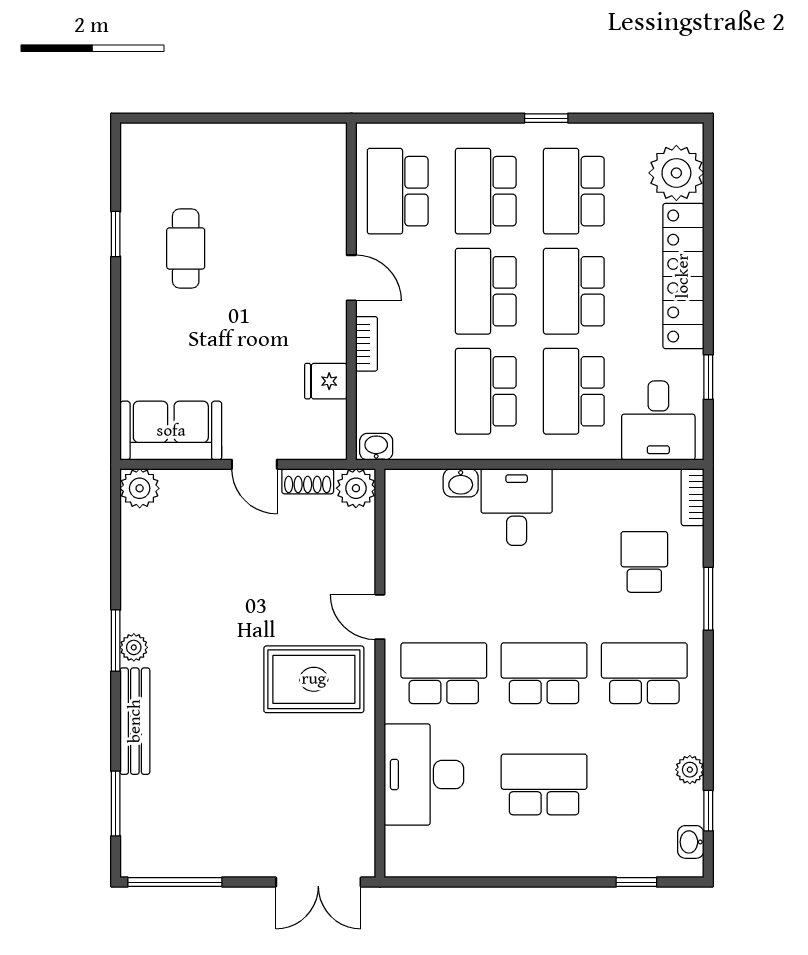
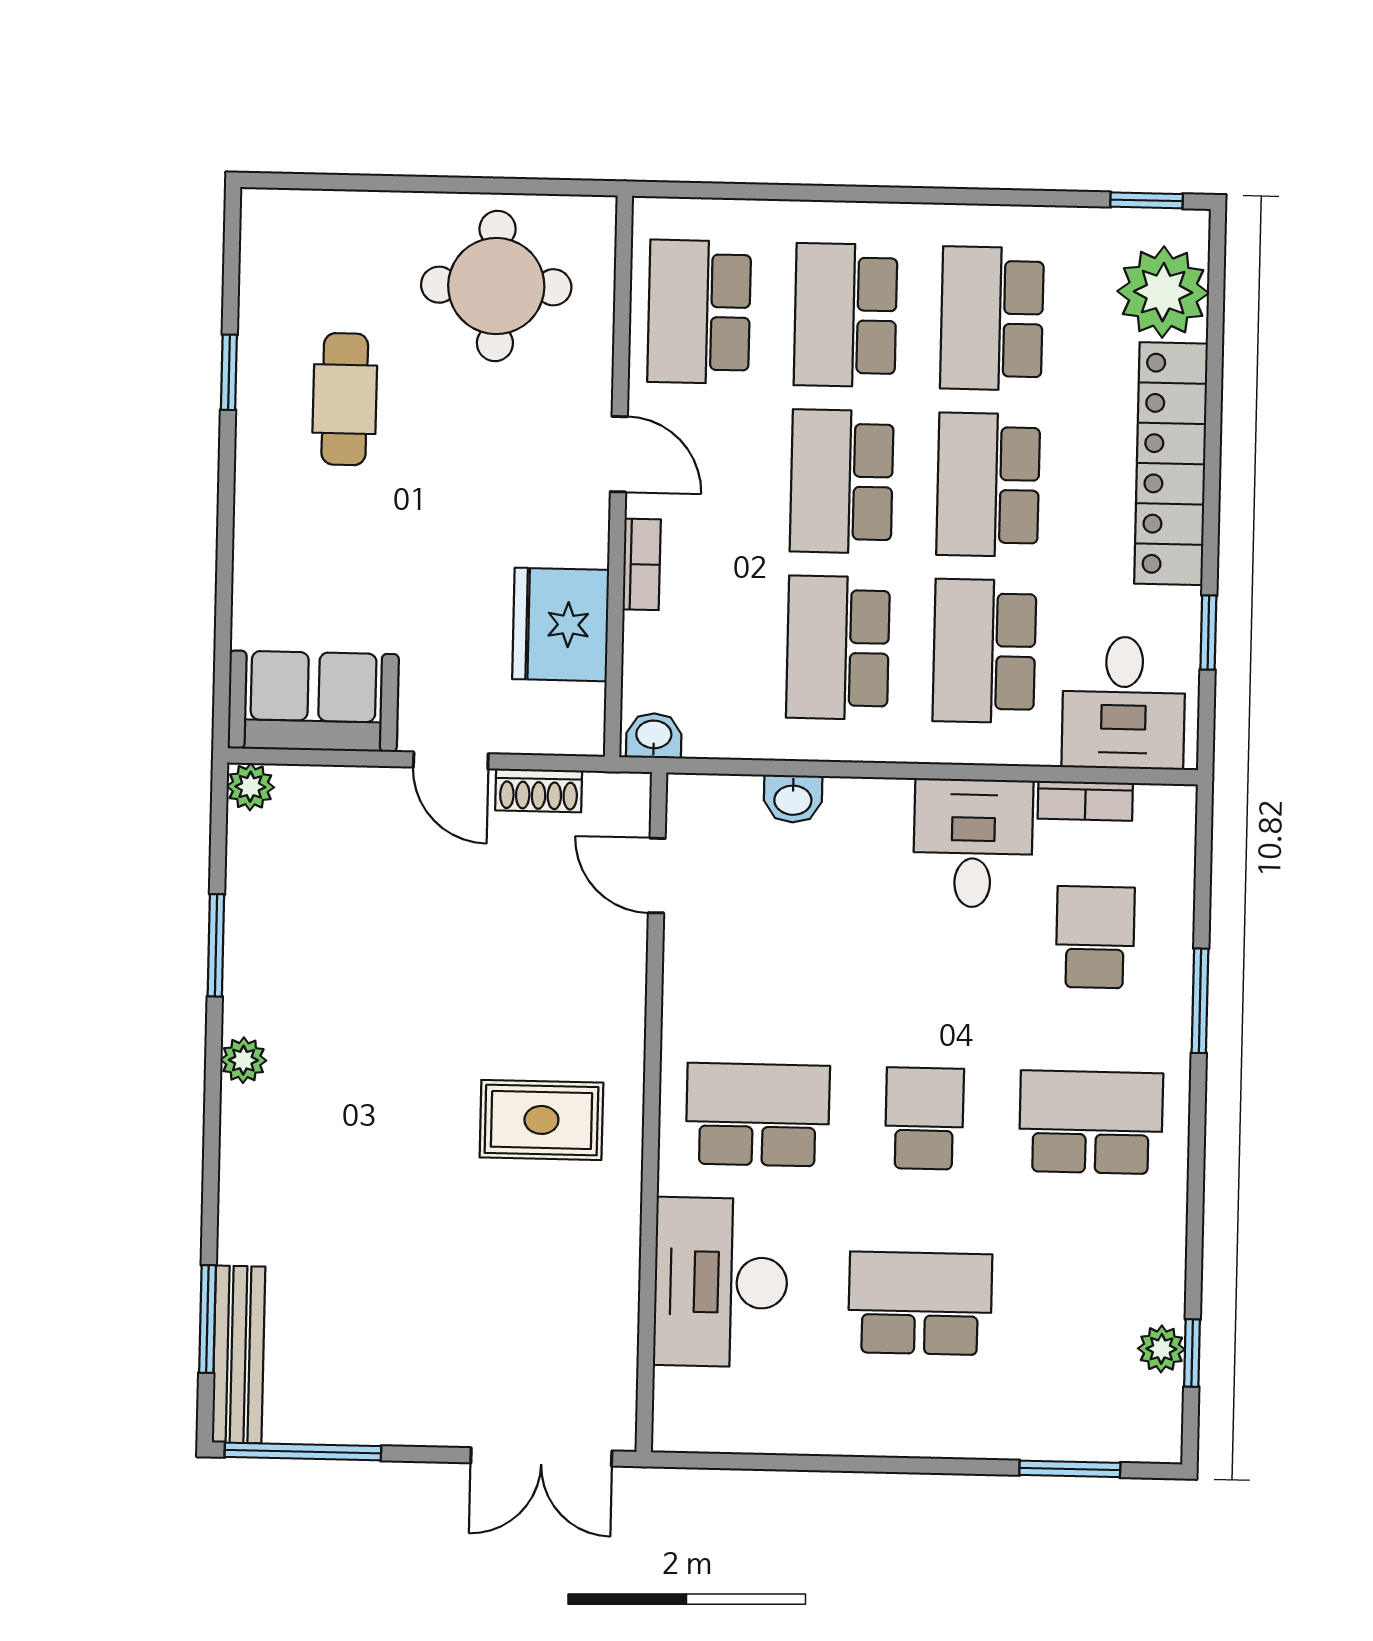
window: (546, 118) -> (1147, 200), moved
round table: (275, 178) -> (496, 286), added
fridge: (326, 381) -> (561, 624), width x1.88, depth x1.34
plant: (140, 488) -> (250, 787), width x0.73, depth x0.73
plant: (356, 488) -> (619, 804), removed
bookcase: (693, 497) -> (1085, 801), moved, turned -90
desk: (517, 507) -> (973, 843), moved
door: (380, 617) -> (657, 876), moved
window: (116, 641) -> (216, 945), moved
school desk: (544, 673) -> (924, 1118), width x0.54
rug: (314, 679) -> (541, 1120), width x0.73, depth x0.70
bench: (135, 721) -> (239, 1354), moved
plant: (690, 770) -> (1161, 1349), moved
washbasin: (691, 842) -> (1162, 1404), removed
window: (636, 882) -> (1070, 1469), width x1.50

